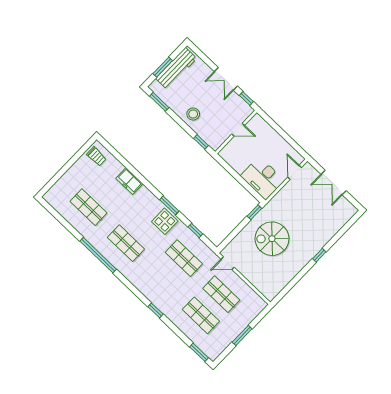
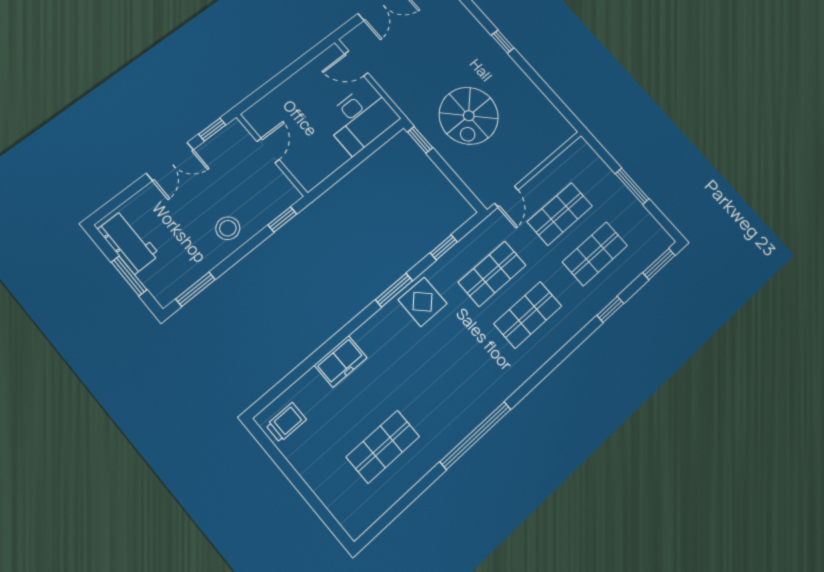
workbench: (176, 68) -> (129, 242), width x0.73
shop shelf: (126, 243) -> (528, 315), moved
window: (155, 310) -> (610, 309), moved

